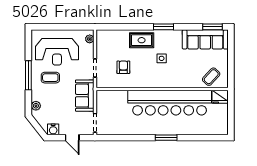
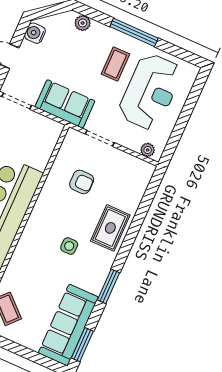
window: (163, 27) -> (108, 286), moved
reception desk: (57, 52) -> (150, 92), turned 180

